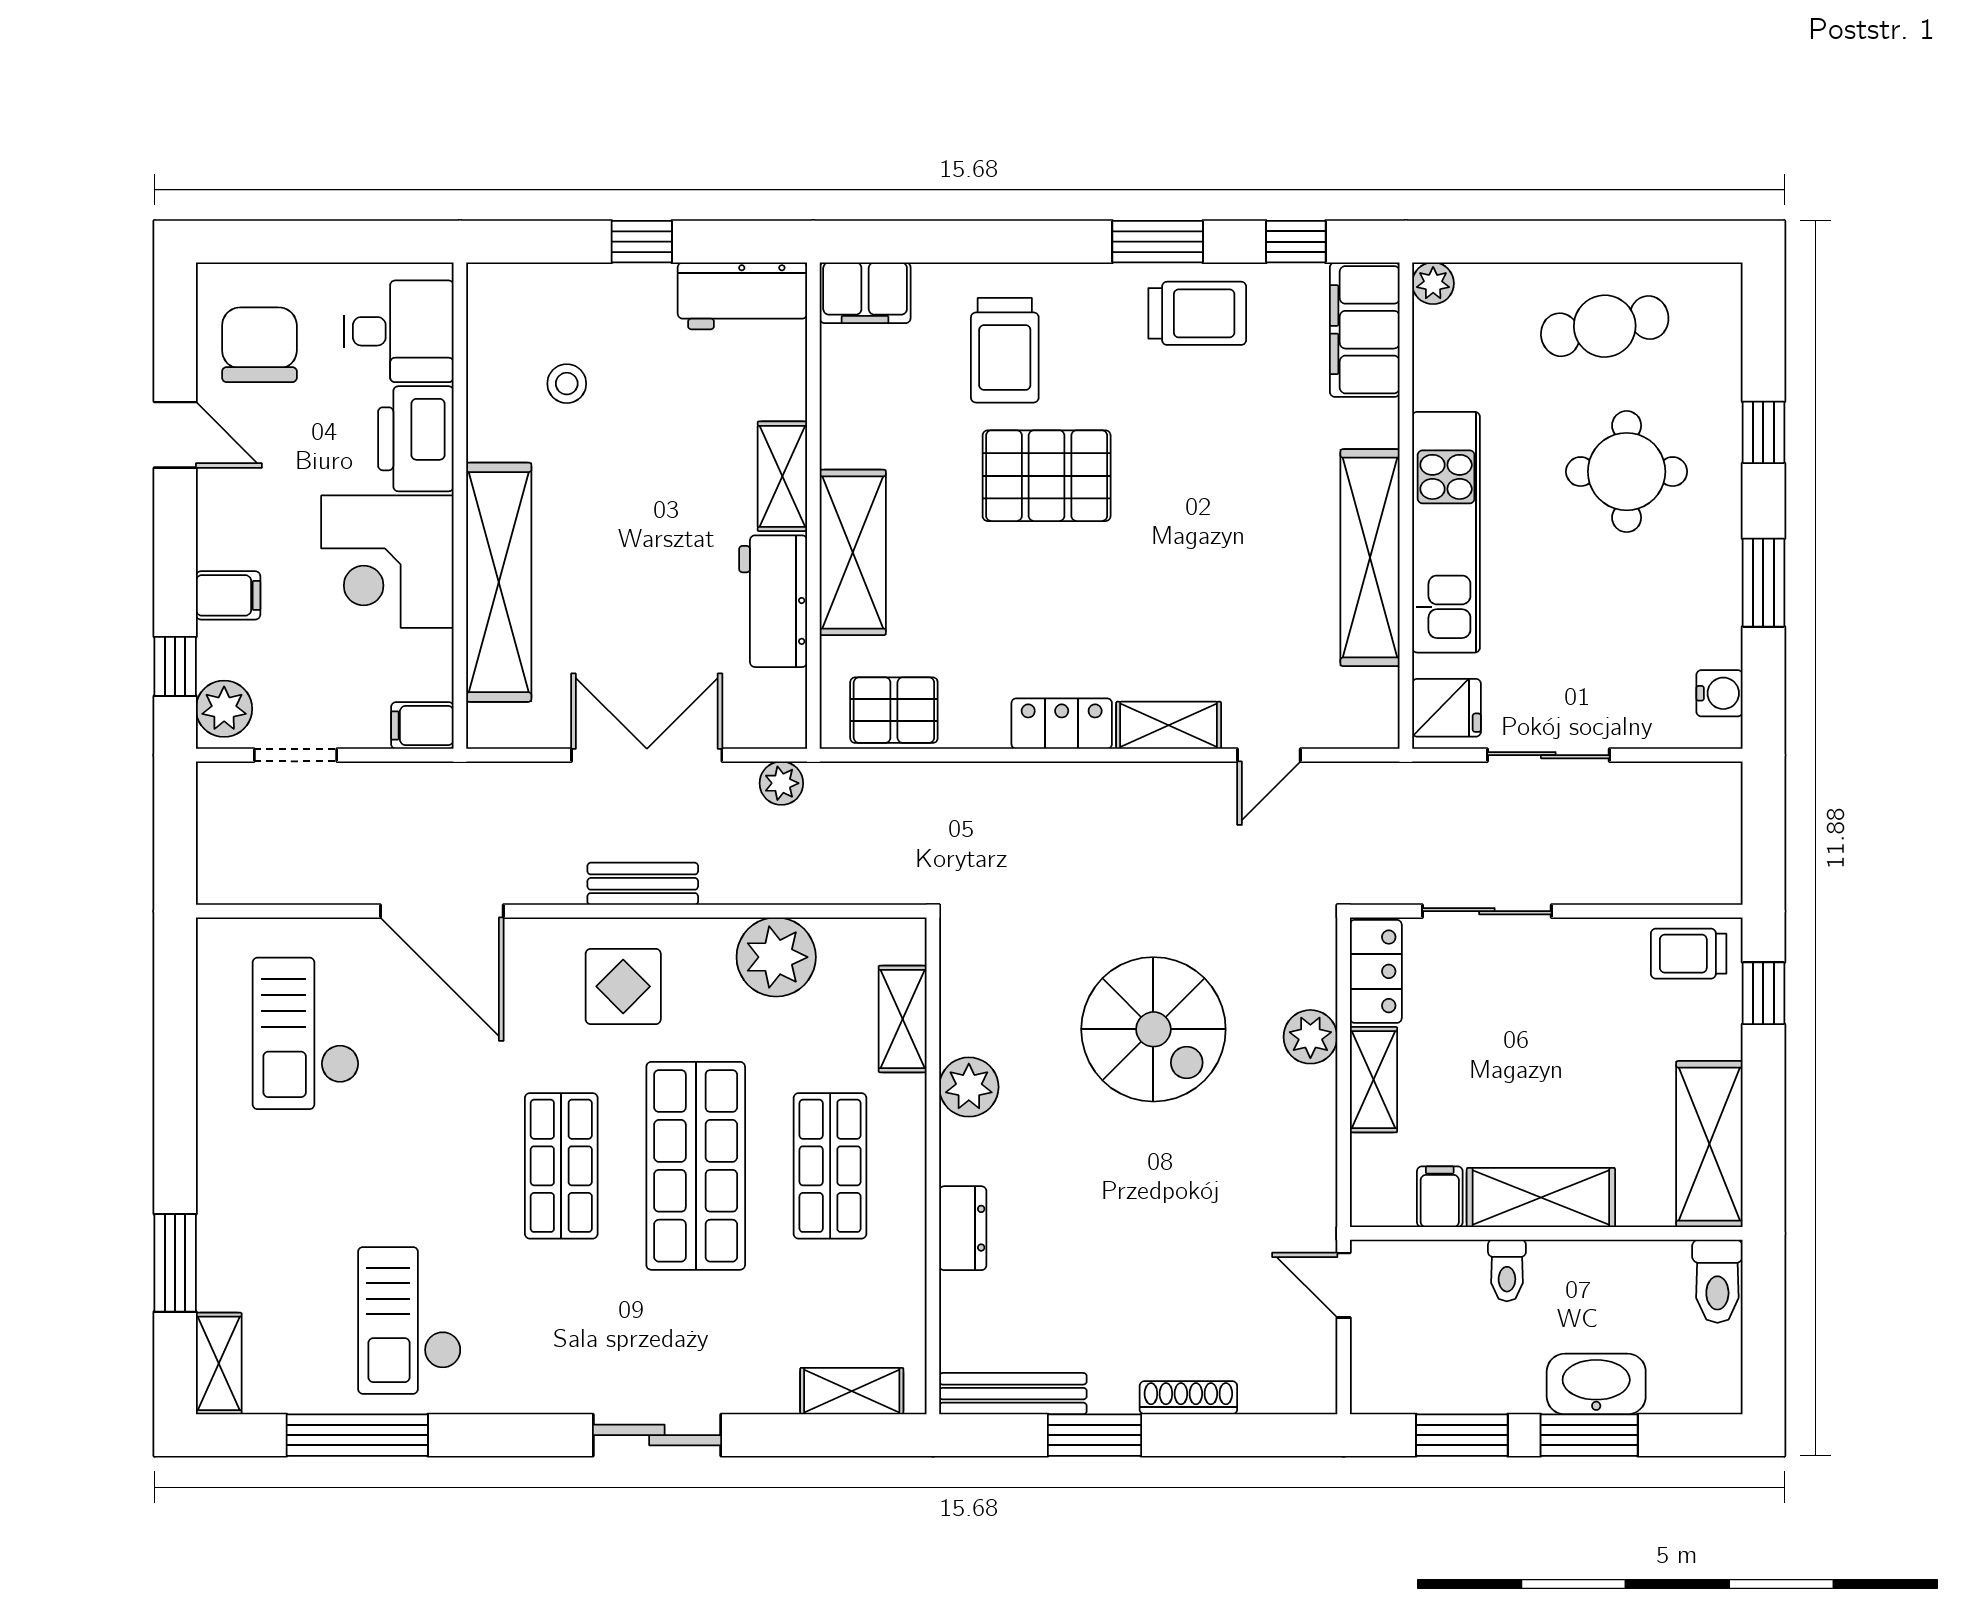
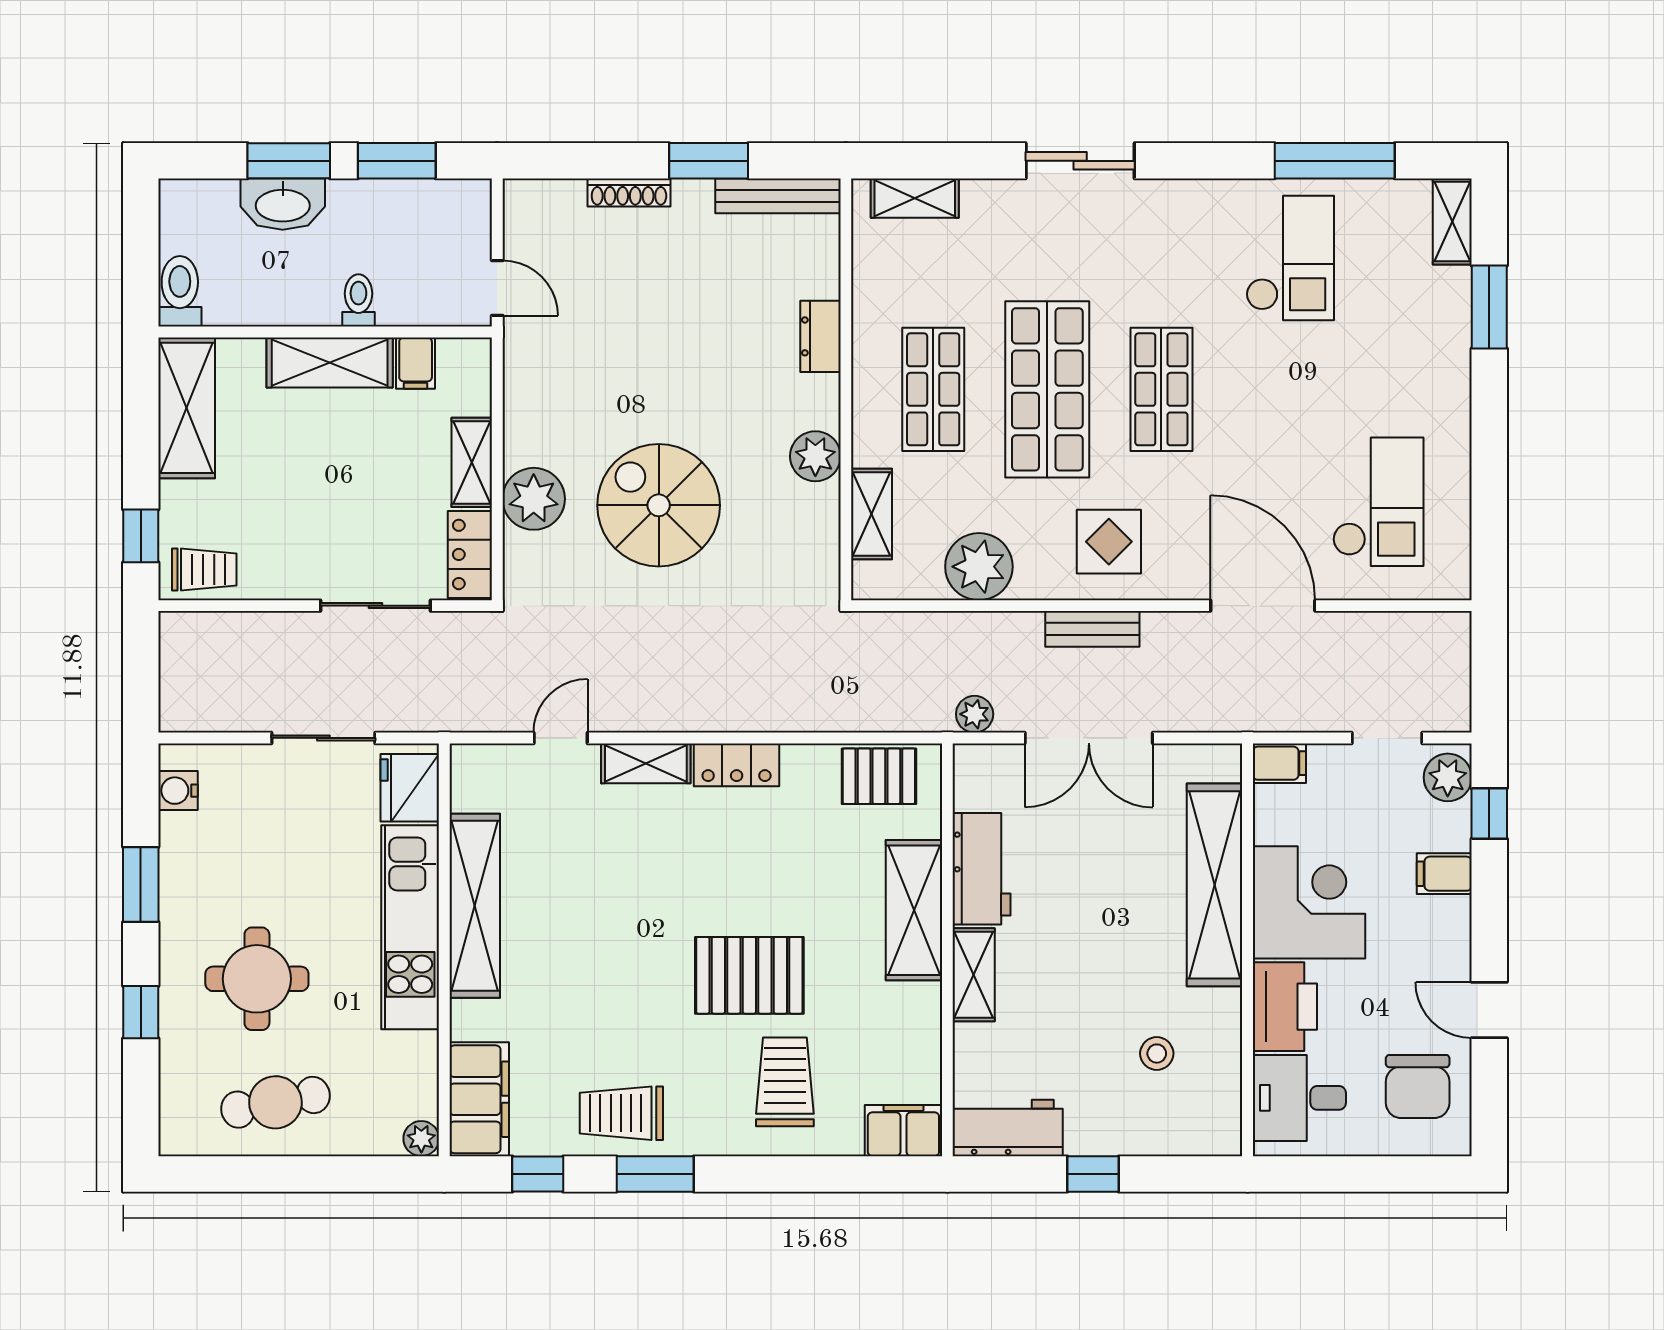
fridge: (1447, 708) -> (410, 788), width x1.38
plant: (1310, 1037) -> (534, 499), width x1.36, depth x1.36

